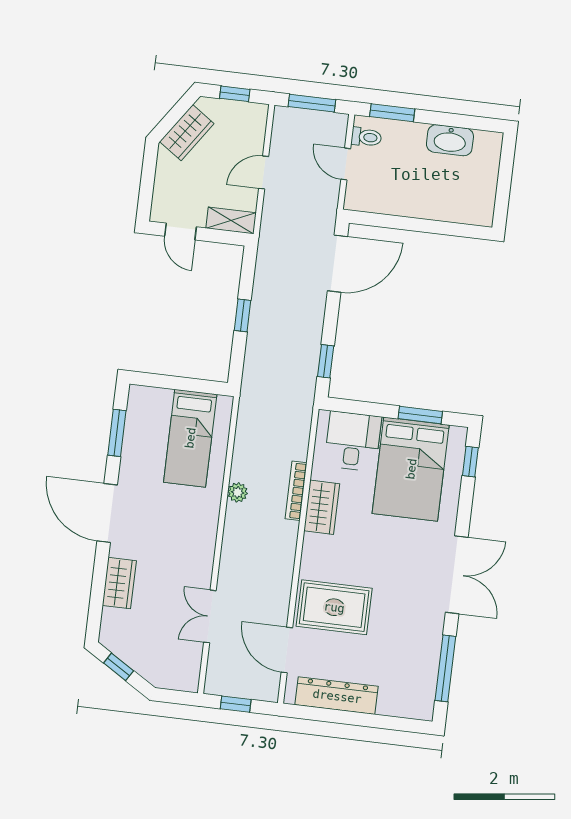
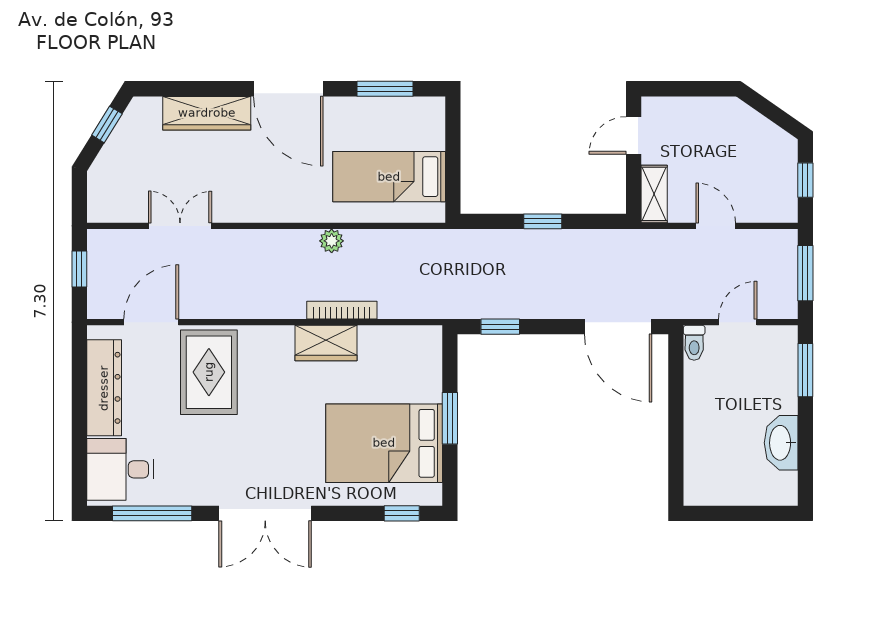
wardrobe: (187, 133) -> (752, 129), removed
toilet: (366, 137) -> (694, 343), moved
window: (420, 415) -> (450, 418), moved
desk: (353, 441) -> (120, 469), moved, turned 180
door: (107, 513) -> (288, 89), swing flipped
wardrobe: (119, 583) -> (207, 113), width x1.50

